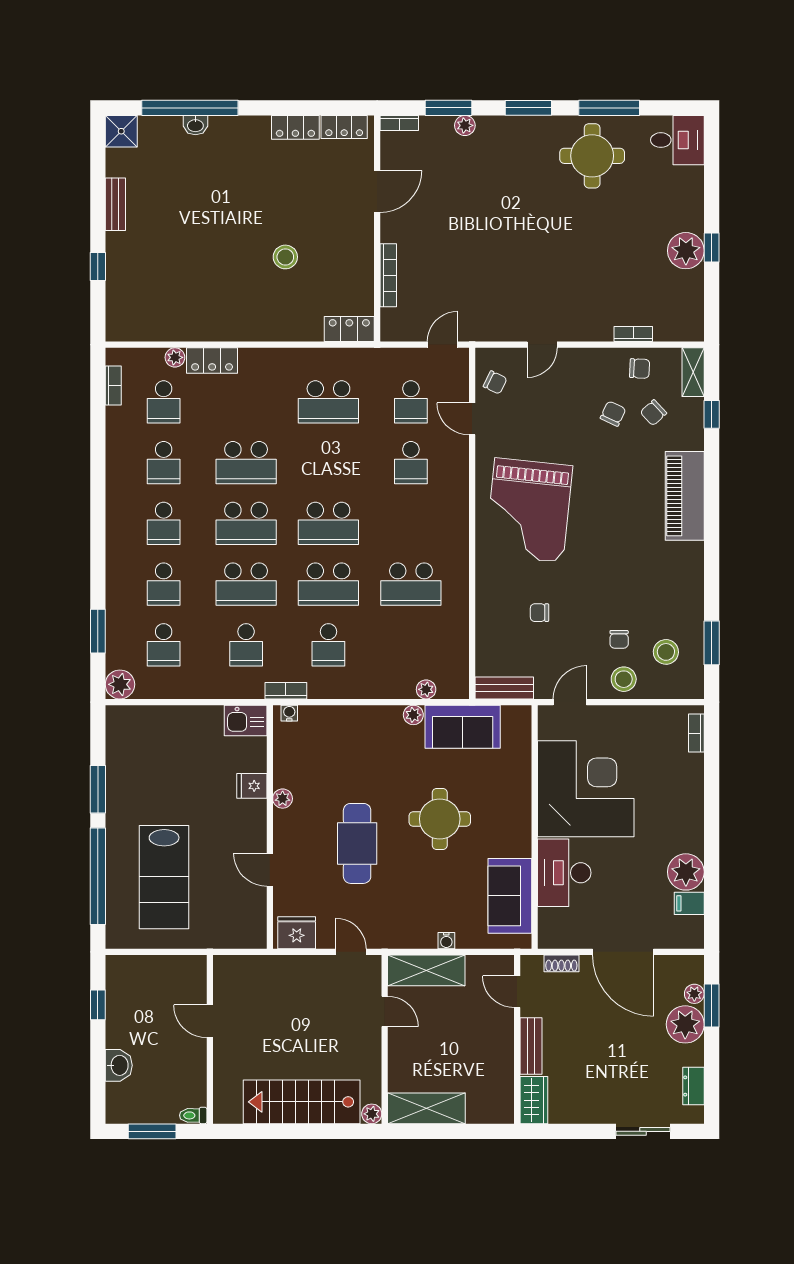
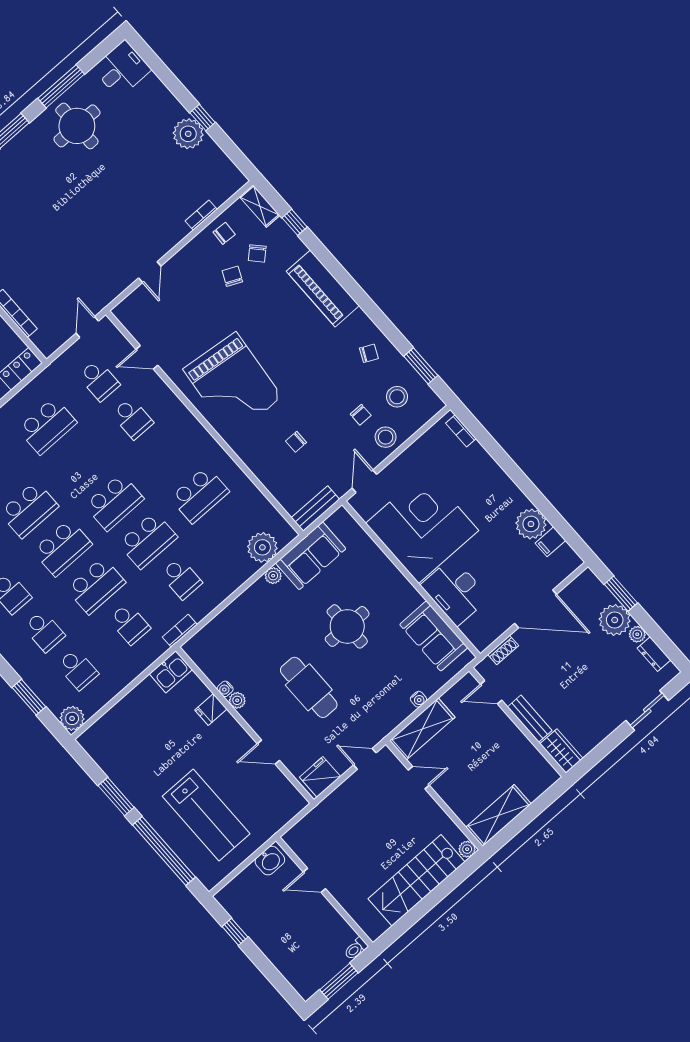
chair: (495, 382) -> (369, 353), moved
plant: (426, 689) -> (262, 547), width x1.88, depth x1.88
water cooler: (289, 713) -> (225, 689), moved, turned -90
plant: (694, 994) -> (637, 634), moved
washbasin: (119, 1065) -> (270, 861), moved, turned 90

